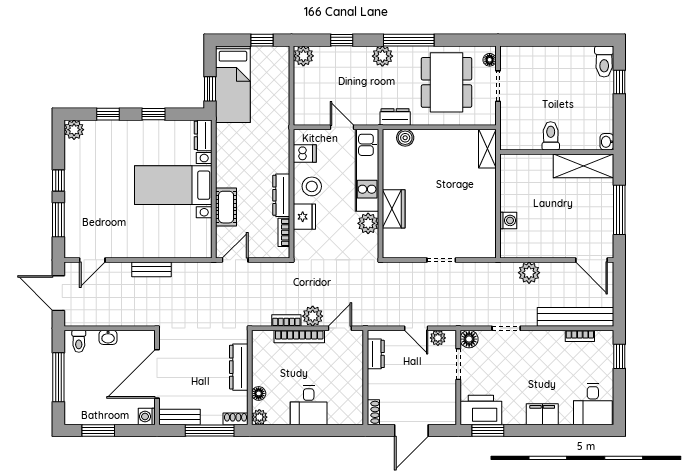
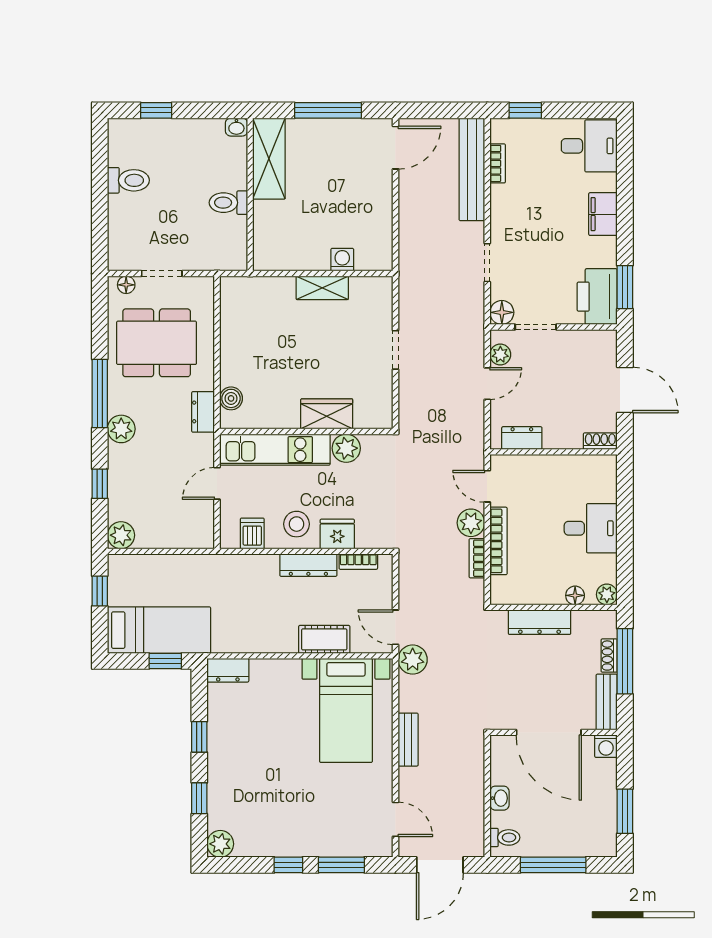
toilet: (604, 61) -> (128, 180), moved
shelving: (487, 149) -> (322, 288), moved
bed with nightstands: (173, 185) -> (346, 710), moved
plant: (529, 273) -> (413, 660), moved
shoe rack: (236, 419) -> (609, 656), moved

